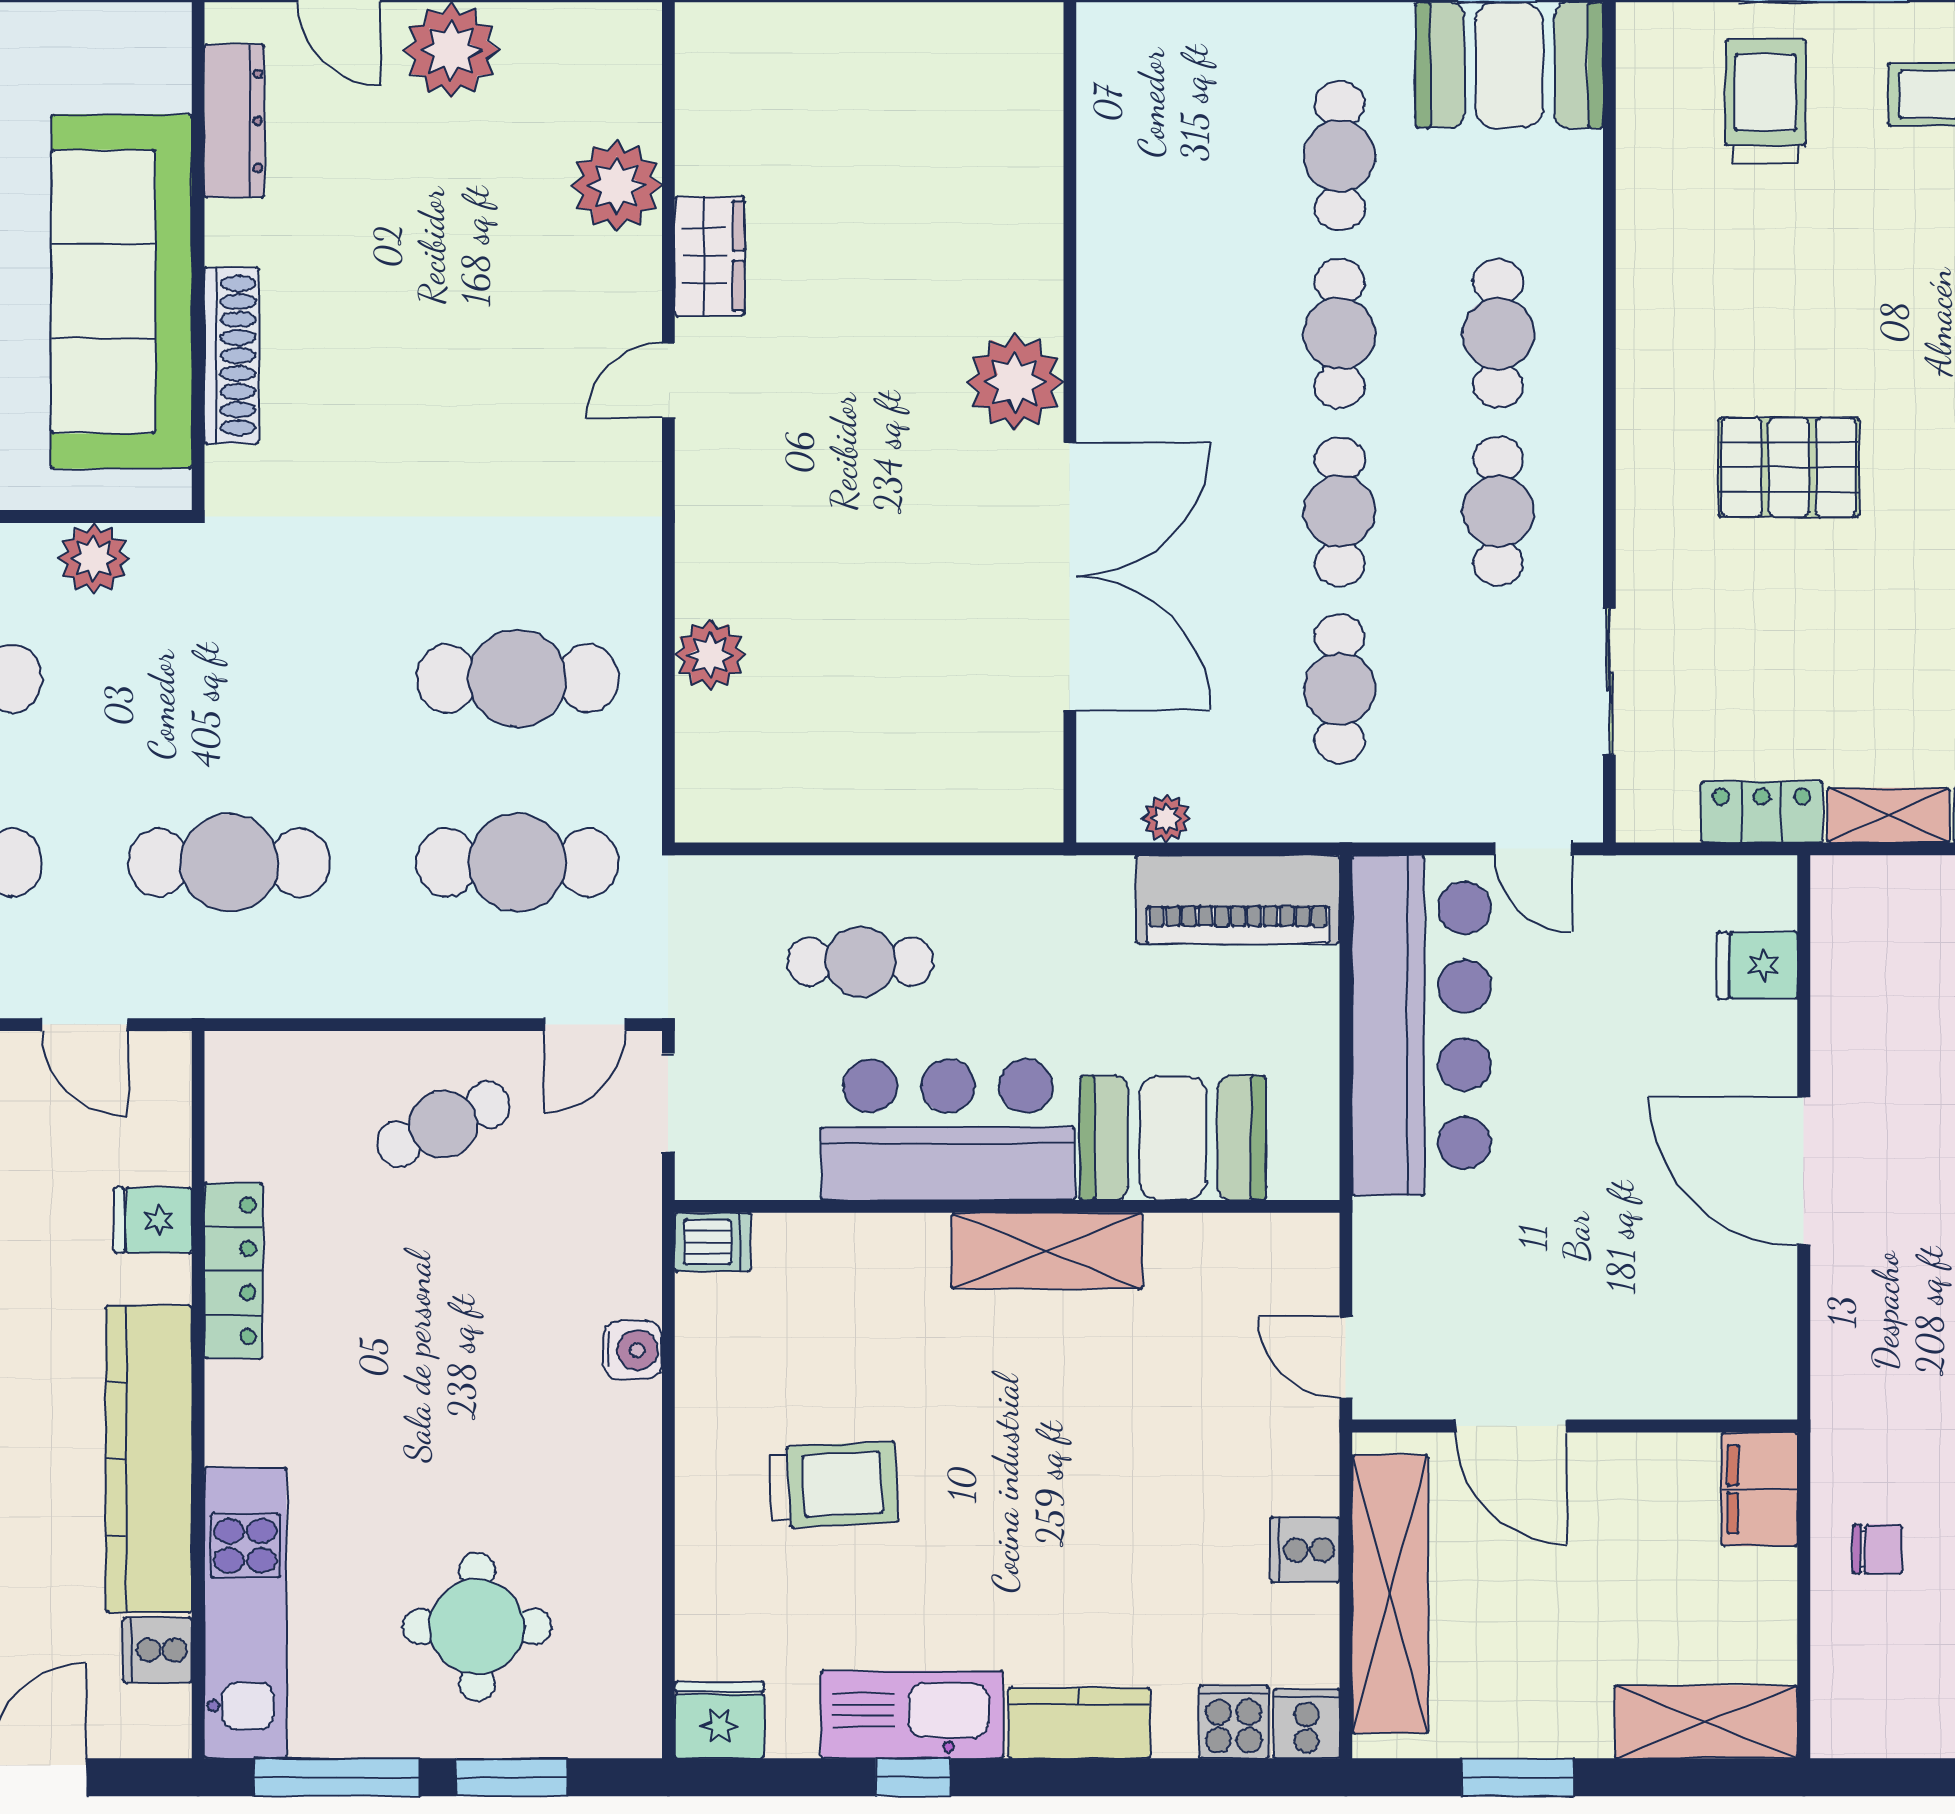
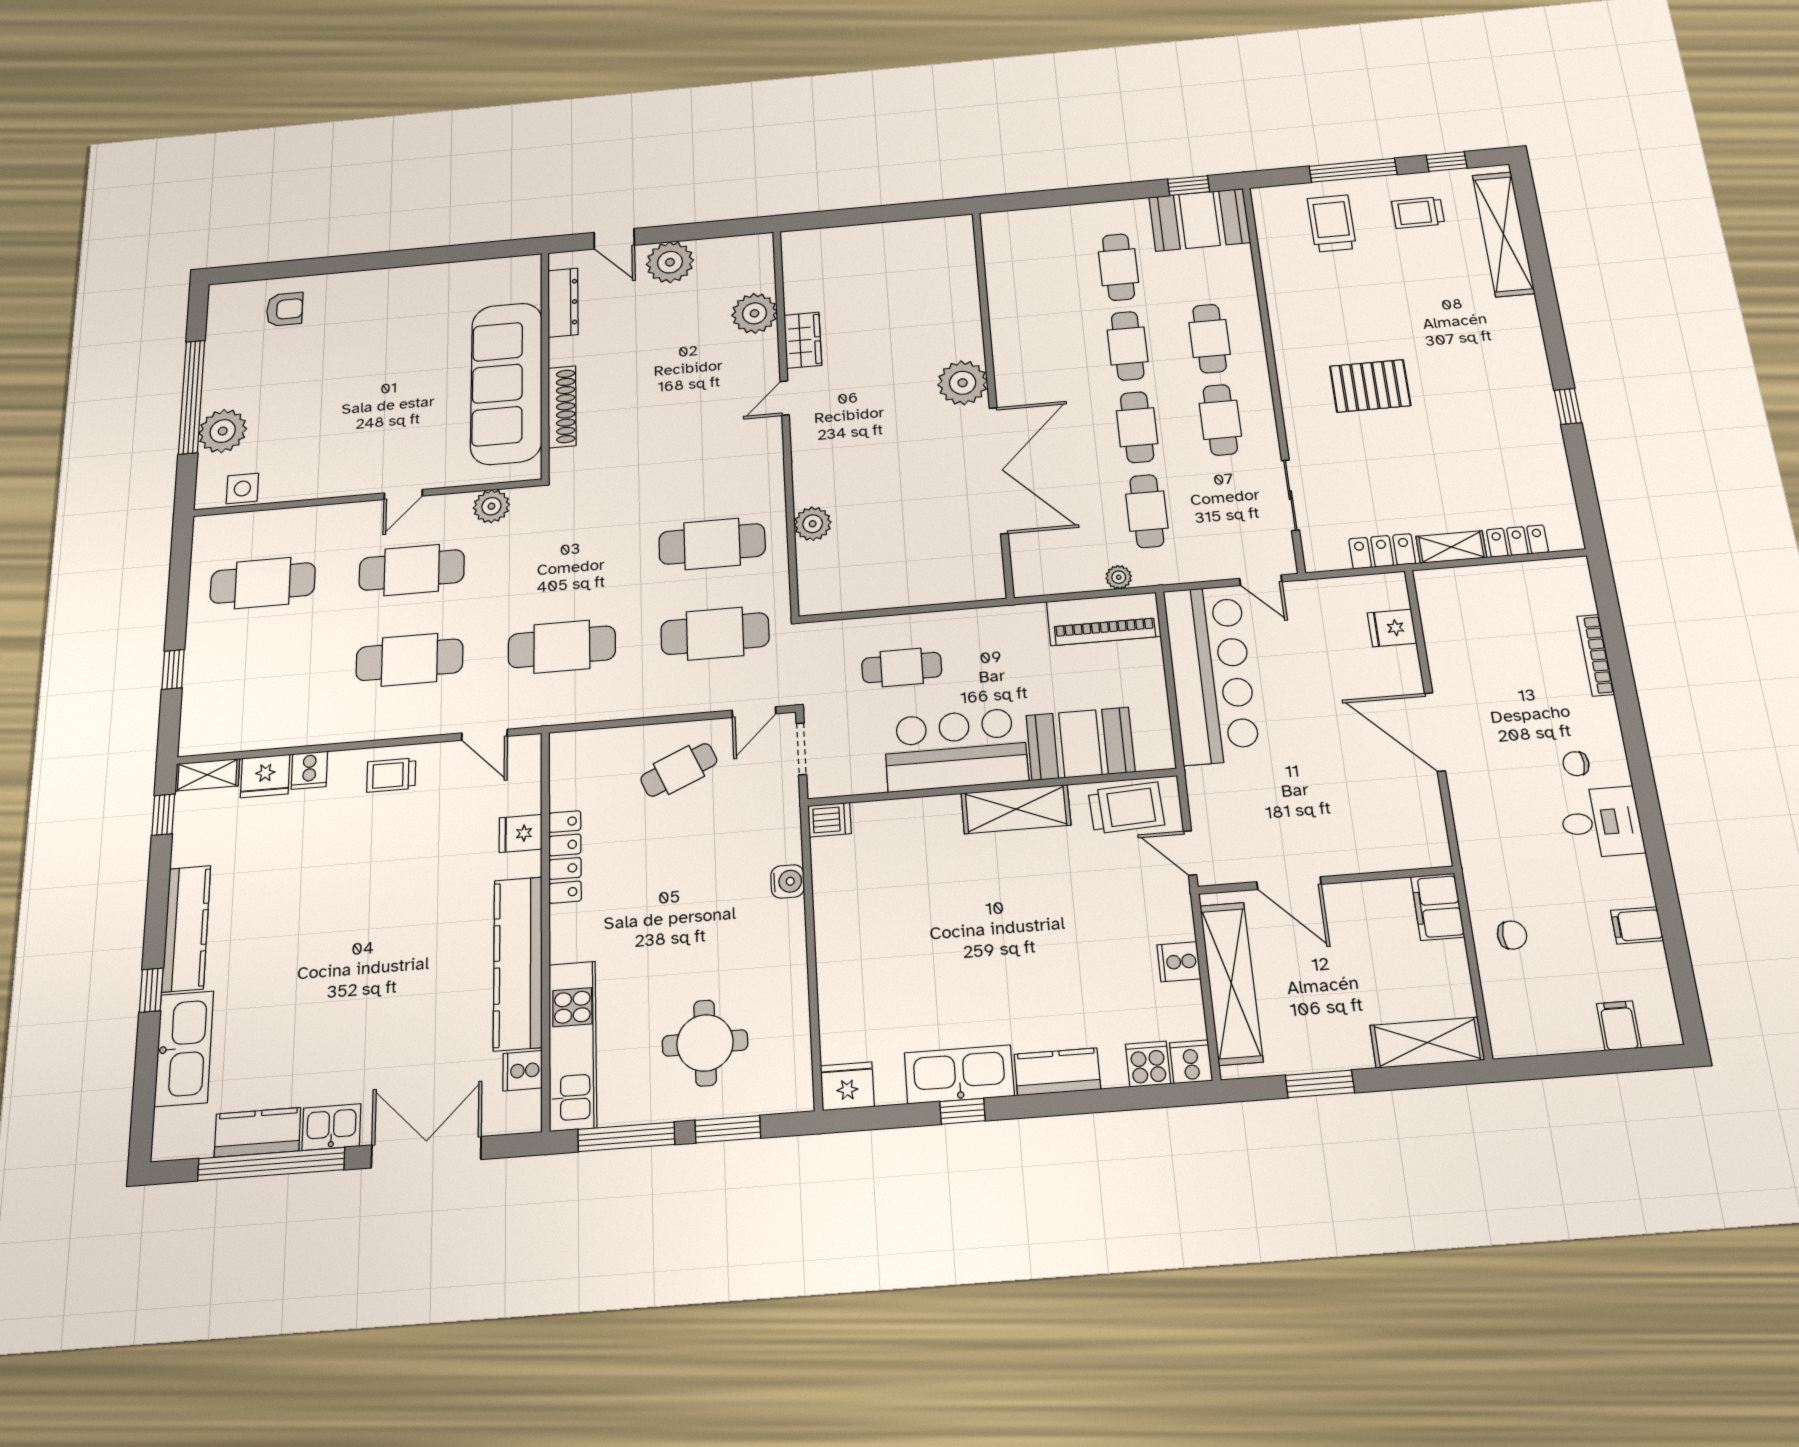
plant: (1166, 819) -> (1119, 577), moved
trolley: (834, 1485) -> (1126, 808), moved

